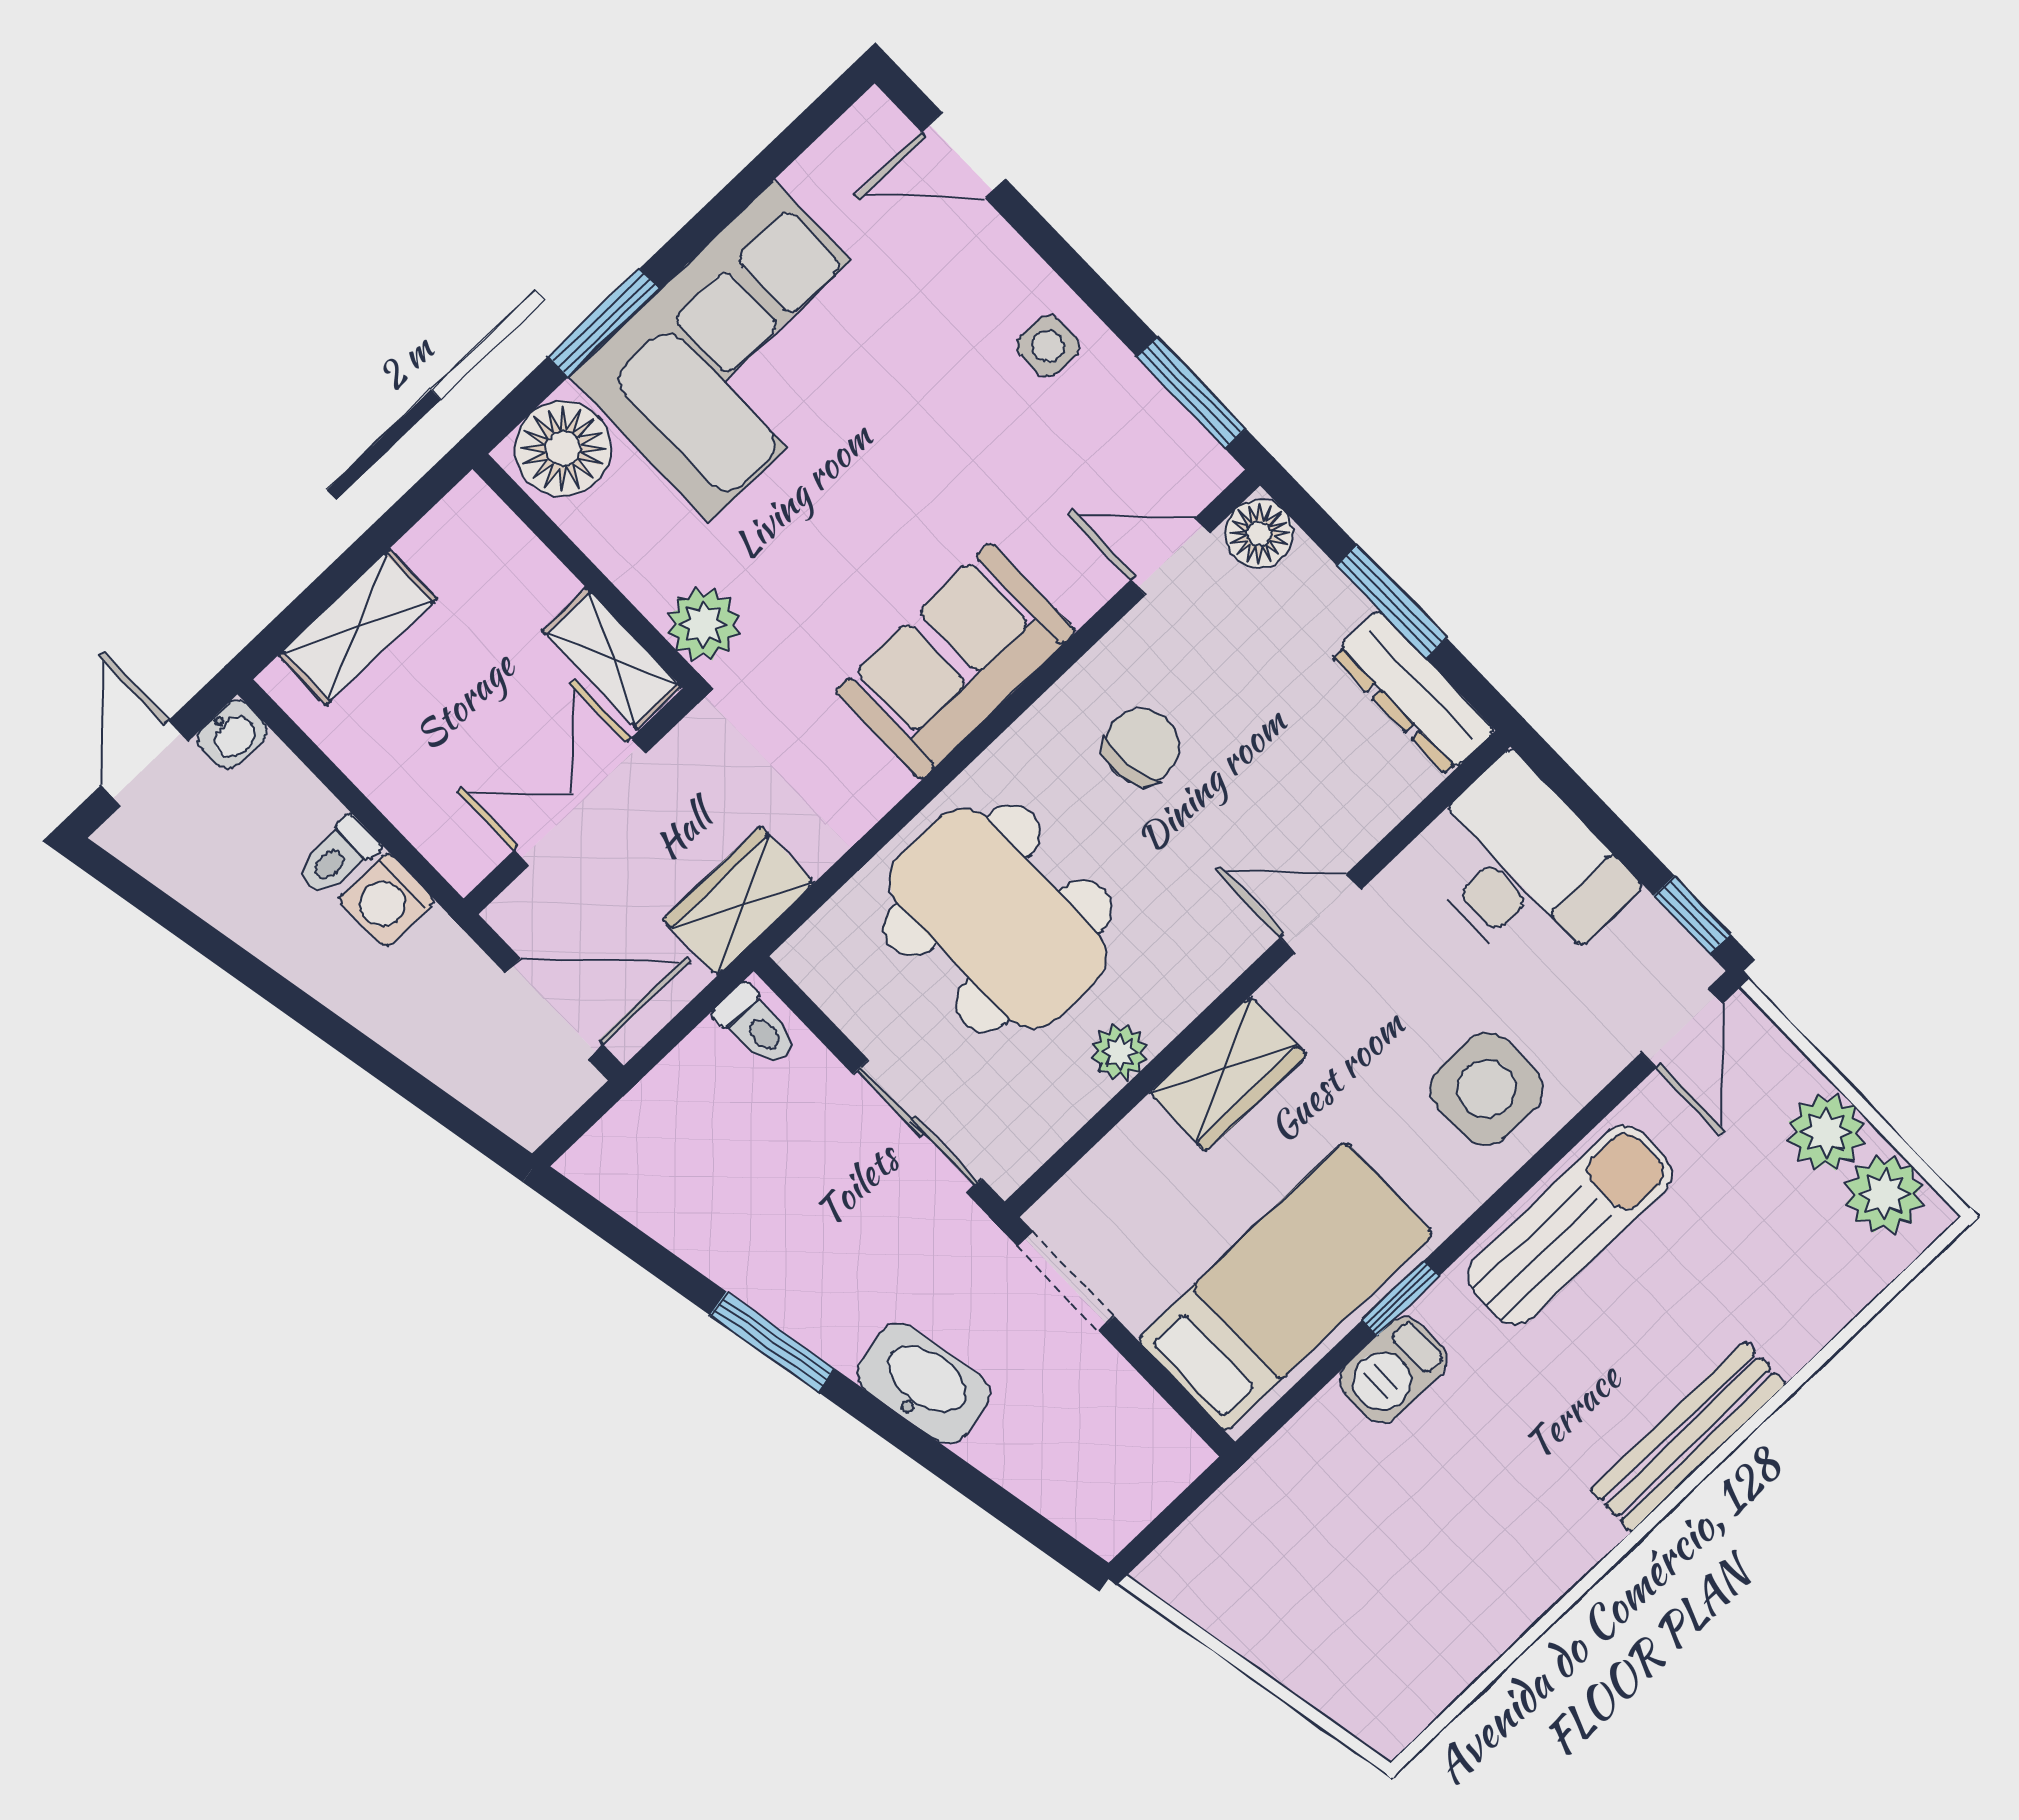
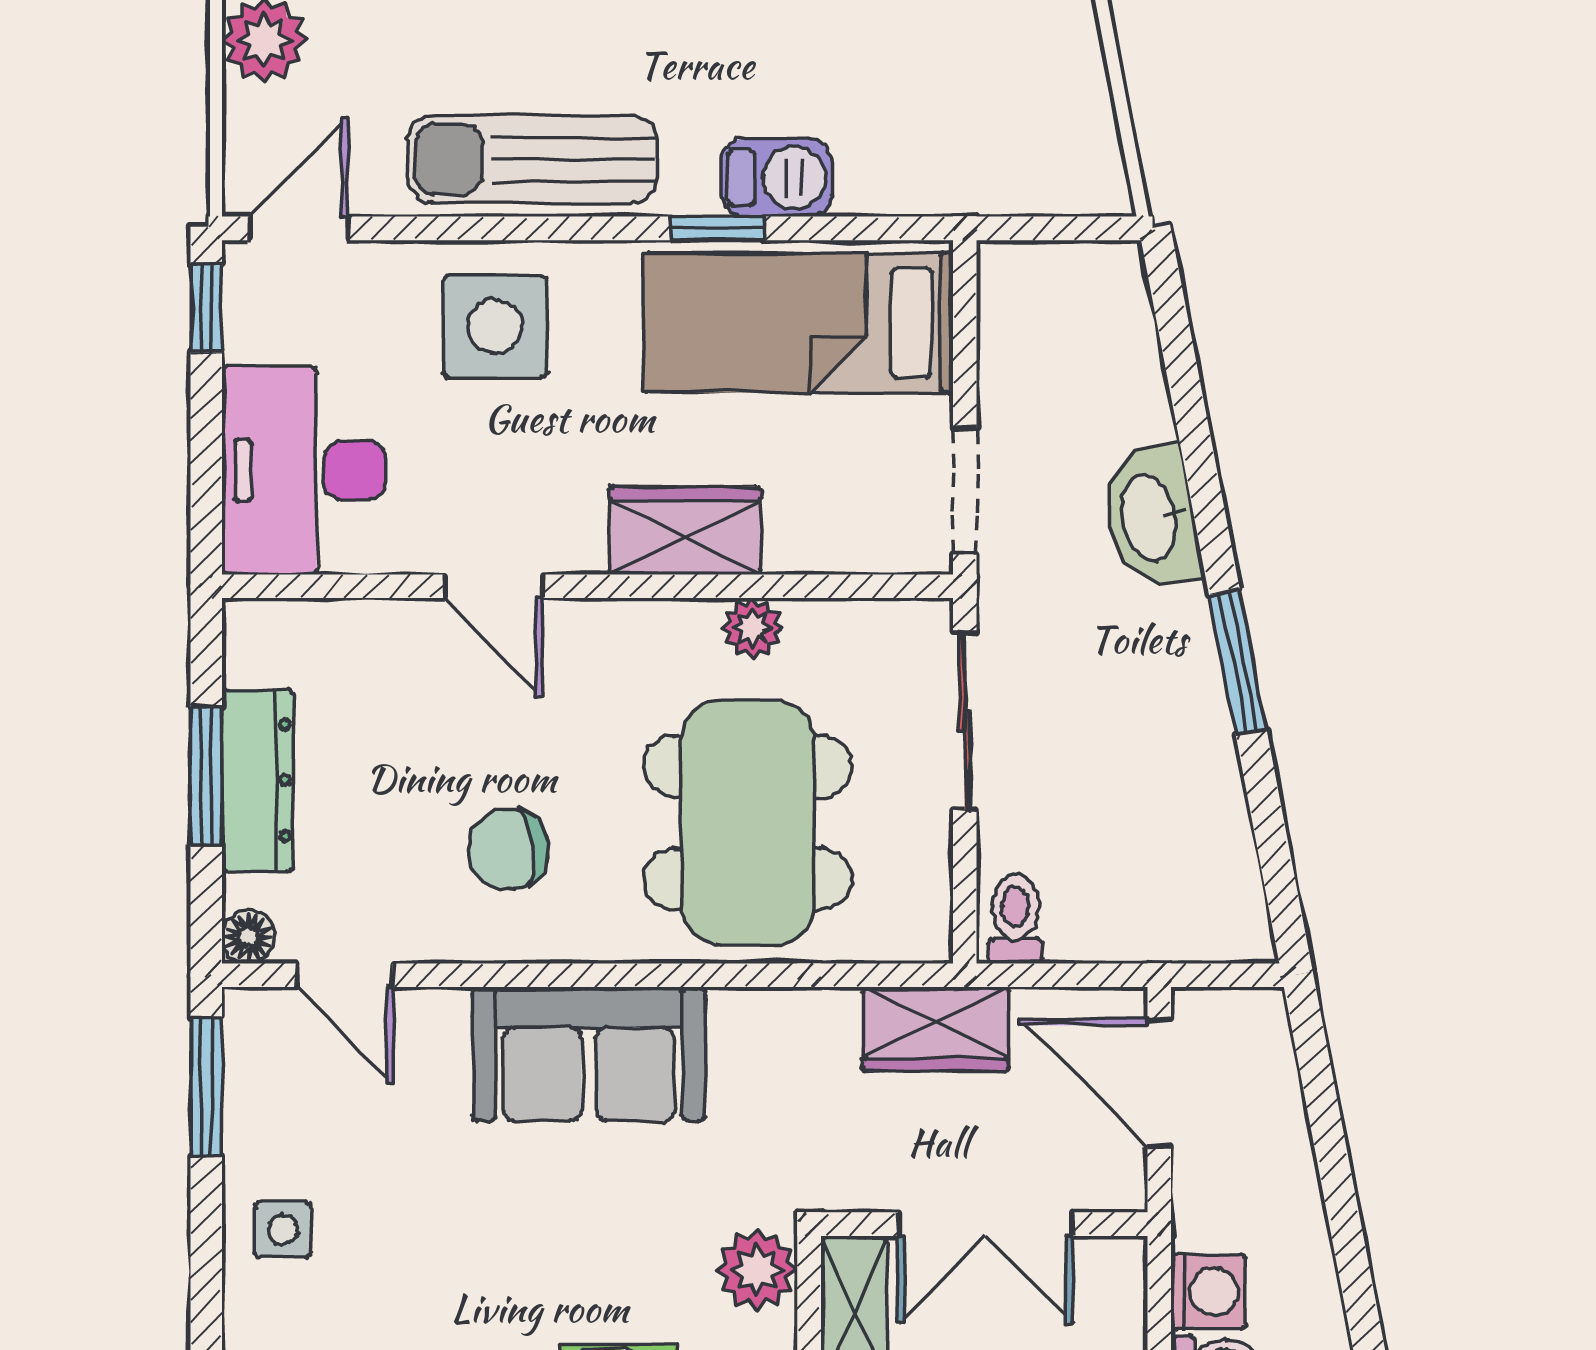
floor lamp: (1259, 533) -> (248, 937), width x0.73, depth x0.73
dresser: (1413, 693) -> (257, 780), moved

